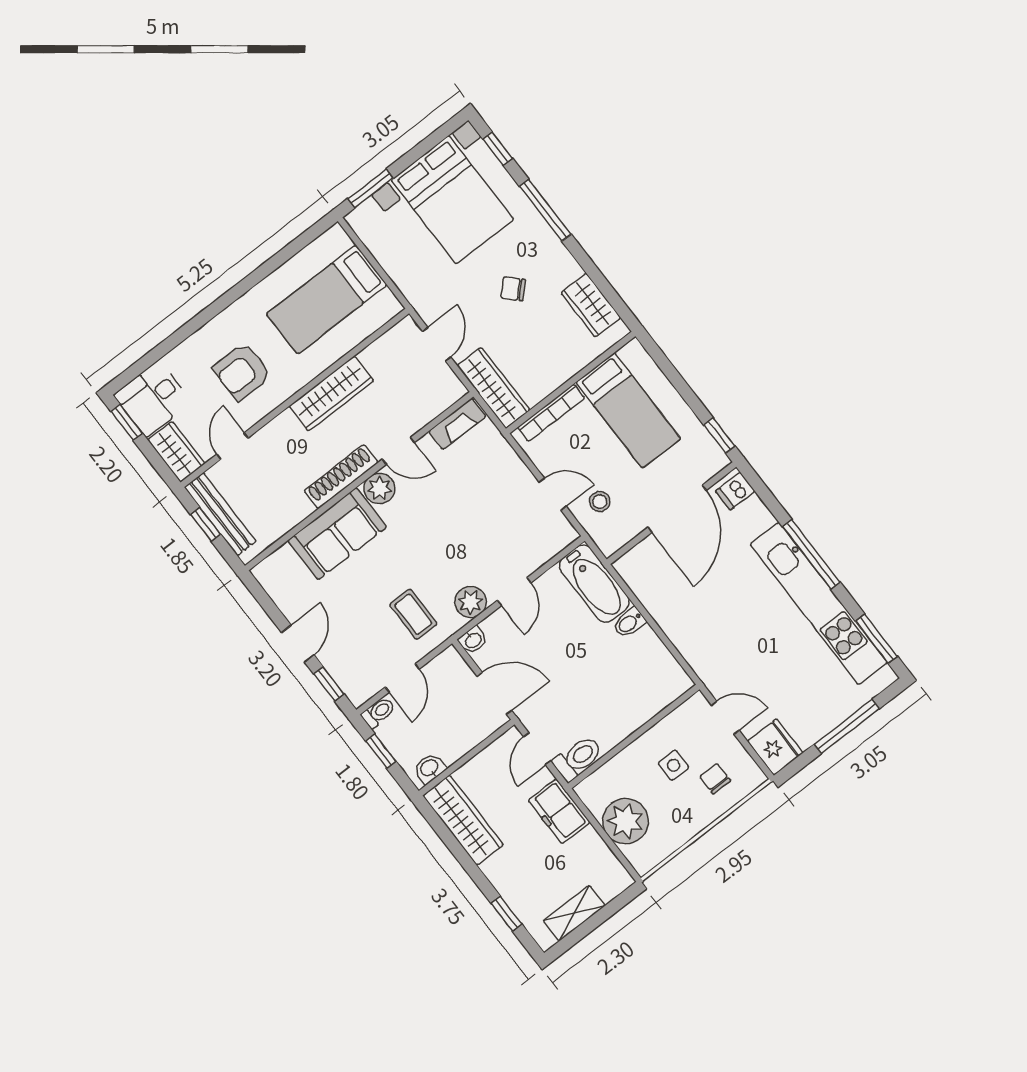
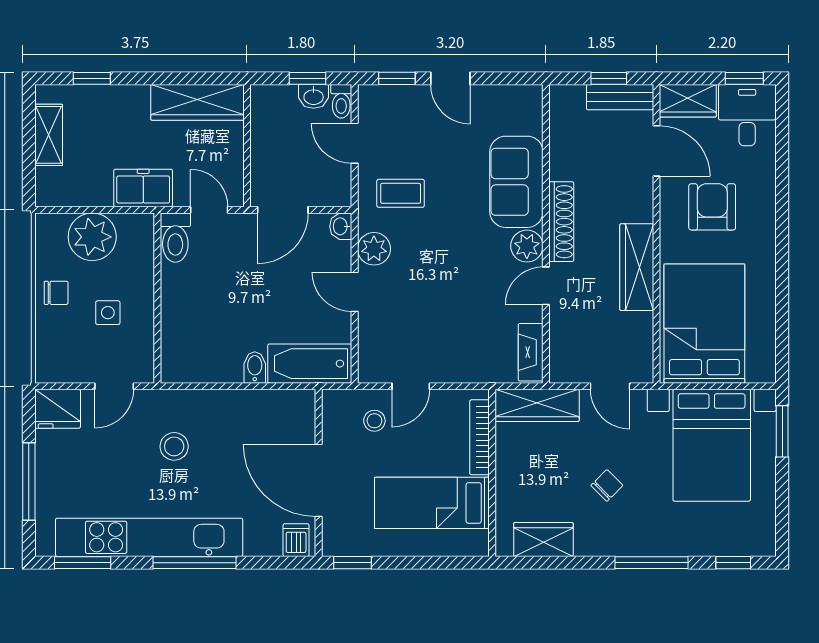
bed with nightstands: (452, 200) -> (712, 445), moved, turned -90
bed: (327, 299) -> (704, 324), width x1.50
door: (232, 446) -> (657, 151), width x1.38
bench: (220, 514) -> (620, 97), width x0.73
stool: (736, 637) -> (174, 446), added
washbasin: (430, 768) -> (314, 96), moved, turned 90
chair: (715, 779) -> (56, 293), moved

